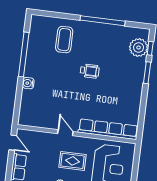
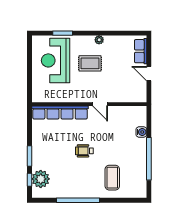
row of seats: (108, 129) -> (60, 113), moved
door: (65, 133) -> (100, 104), moved
wall: (77, 134) -> (89, 104), moved

